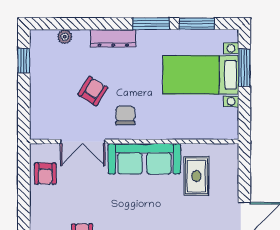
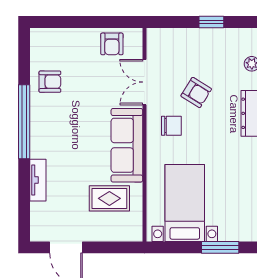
window: (24, 61) -> (211, 22), moved
bed with nightstands: (201, 75) -> (185, 203), moved
armchair: (45, 174) -> (112, 44), turned -90

